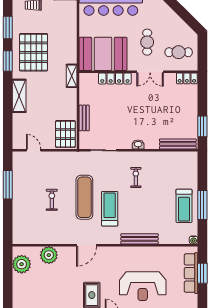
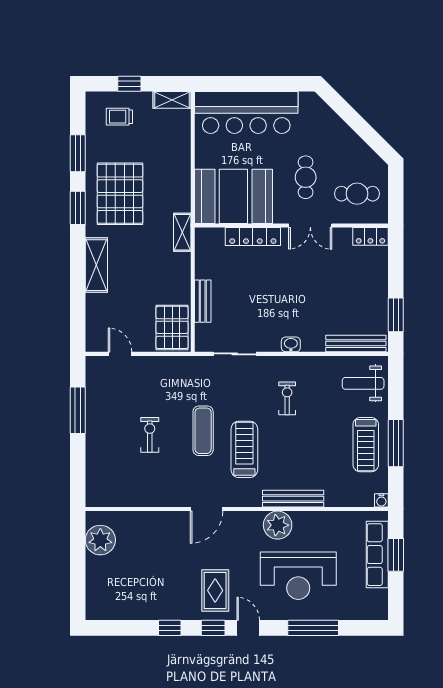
weight bench: (182, 168) -> (363, 383), added
exercise mat: (84, 197) -> (203, 431), width x0.73, depth x0.69
plant: (49, 255) -> (278, 525), moved

